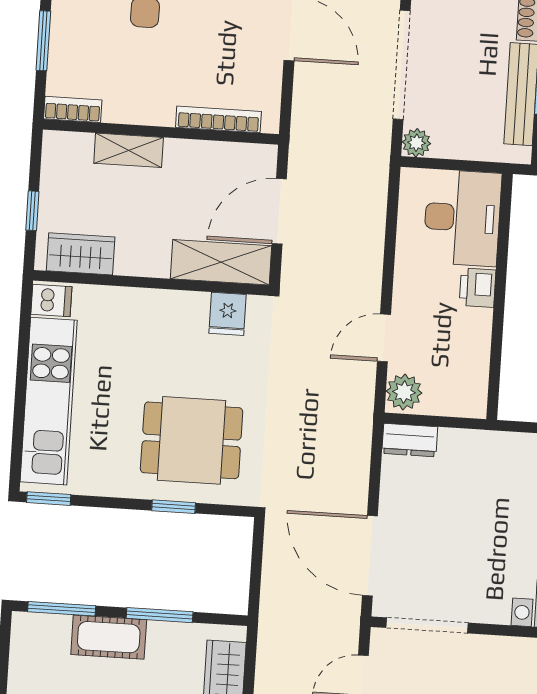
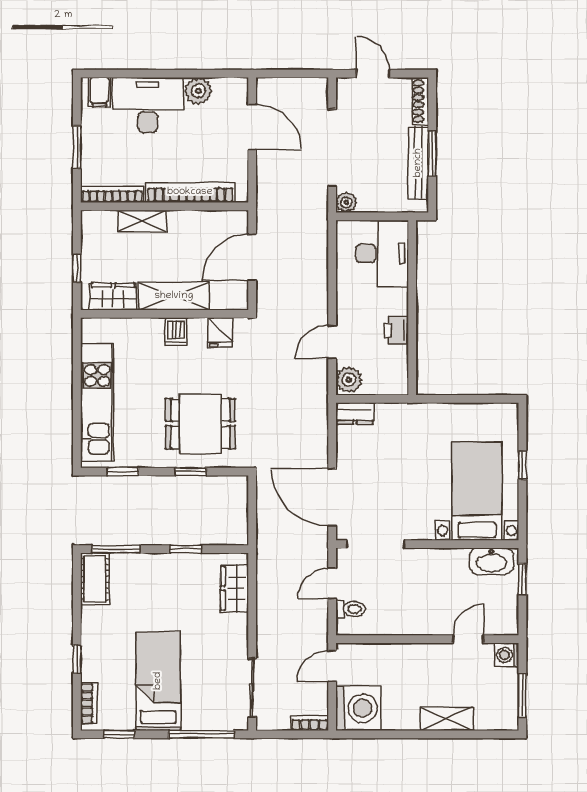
bookcase: (73, 109) -> (112, 194), width x1.56
bookcase: (218, 119) -> (190, 192), width x1.48, depth x1.31
shelving: (221, 262) -> (174, 296), moved
printer: (478, 288) -> (396, 330), moved
dishwasher: (51, 300) -> (176, 332), moved, turned 90
window: (49, 499) -> (123, 472), moved
window: (160, 615) -> (186, 549), width x0.67
cot: (109, 637) -> (95, 579), moved, turned 90

